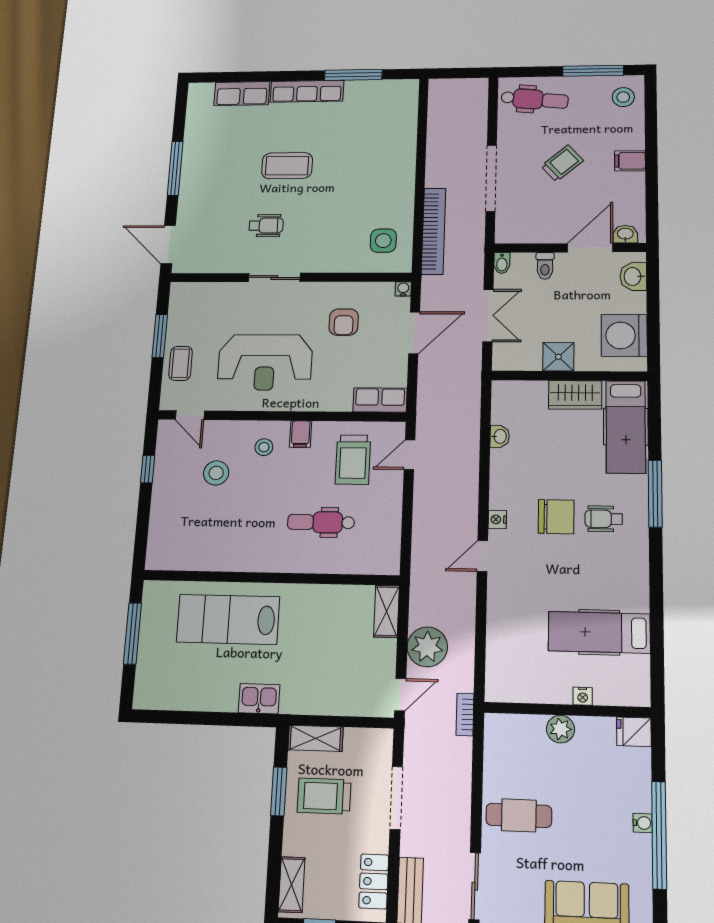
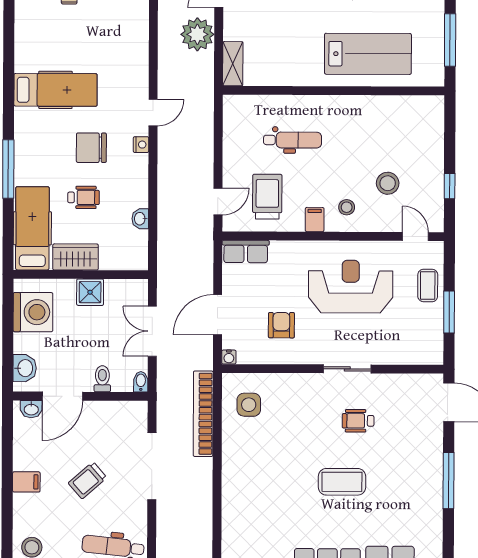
wheelchair: (604, 519) -> (84, 197), moved
hospital bed: (599, 632) -> (55, 90), moved

